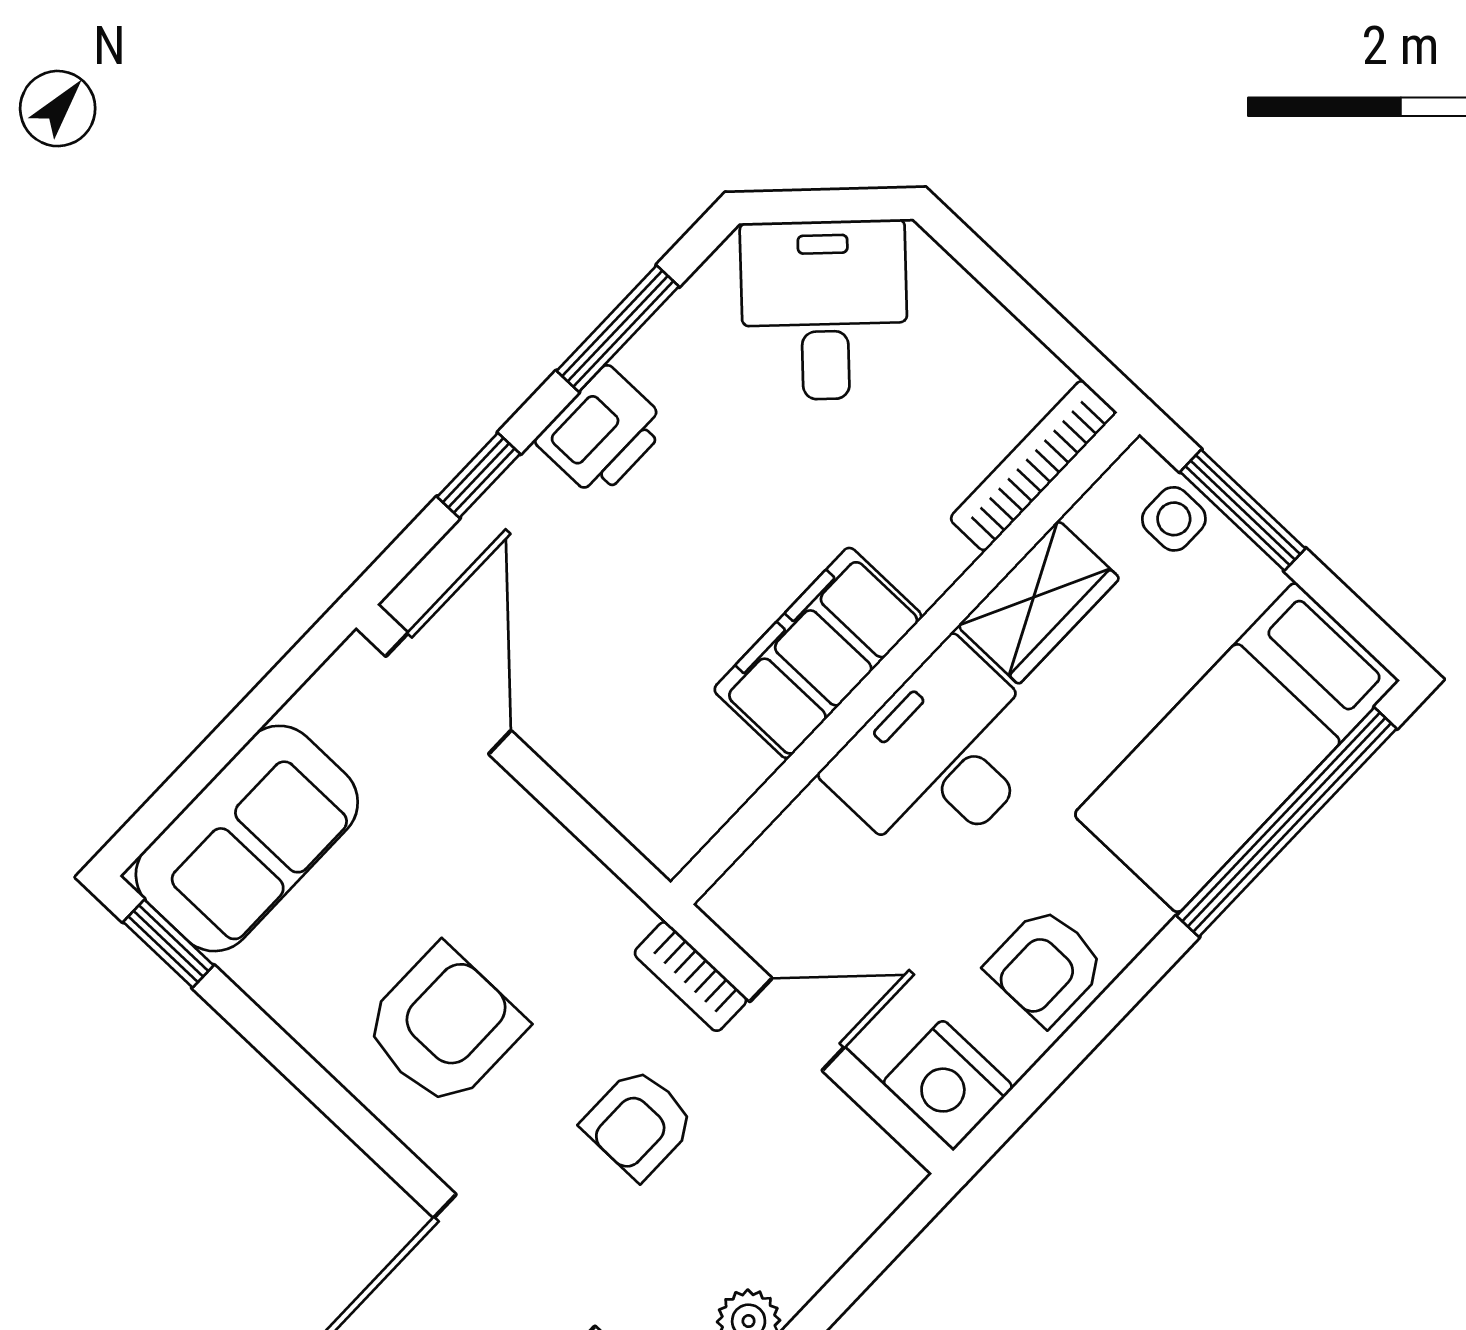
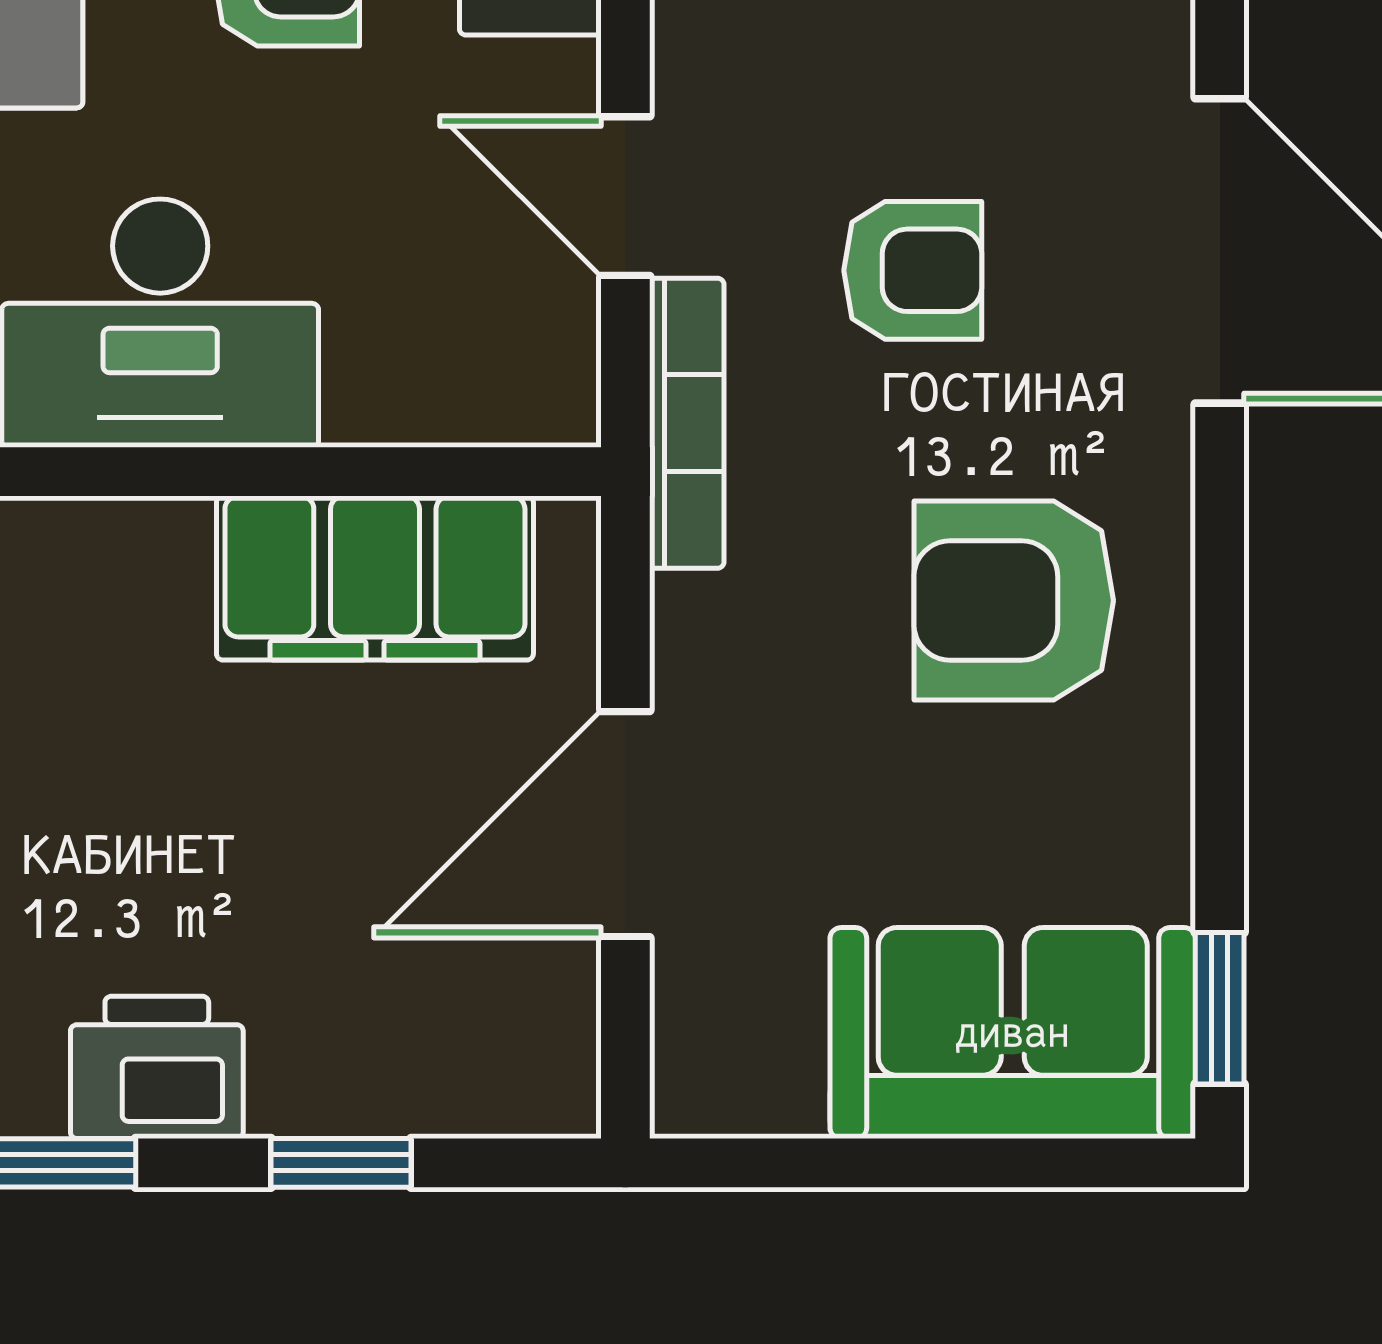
filing cabinet: (818, 653) -> (375, 578), moved
door: (448, 693) -> (625, 824), moved
bookcase: (691, 977) -> (687, 423), width x1.56

